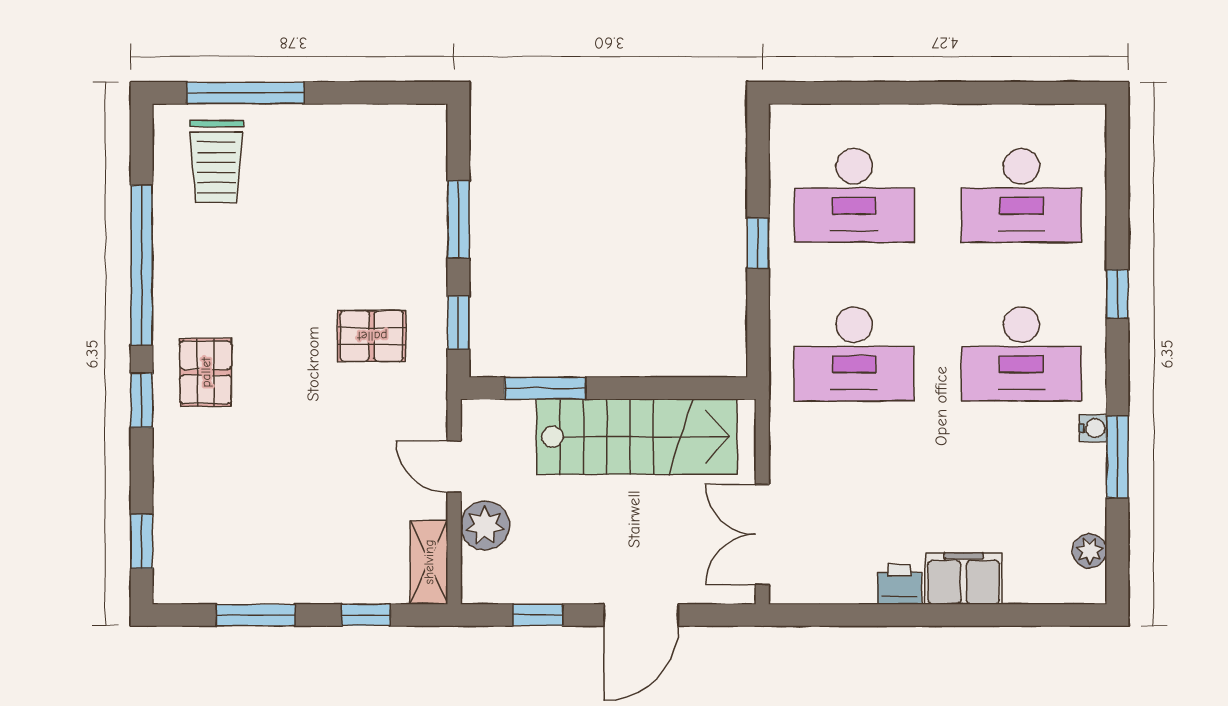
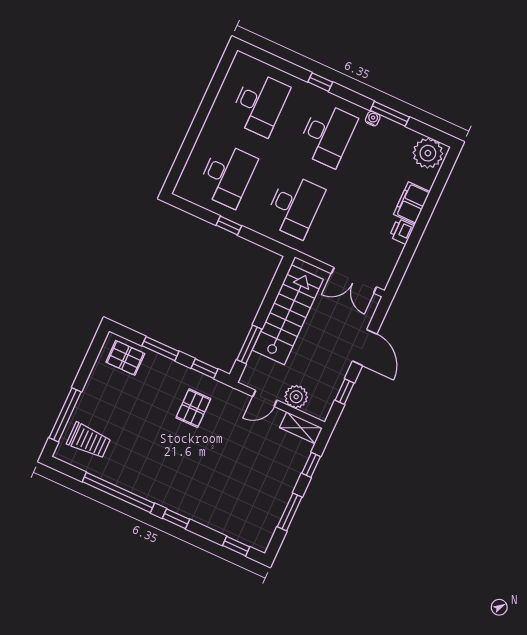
pallet: (206, 372) -> (125, 358), moved
plant: (1090, 551) -> (428, 153), width x1.88, depth x1.88

